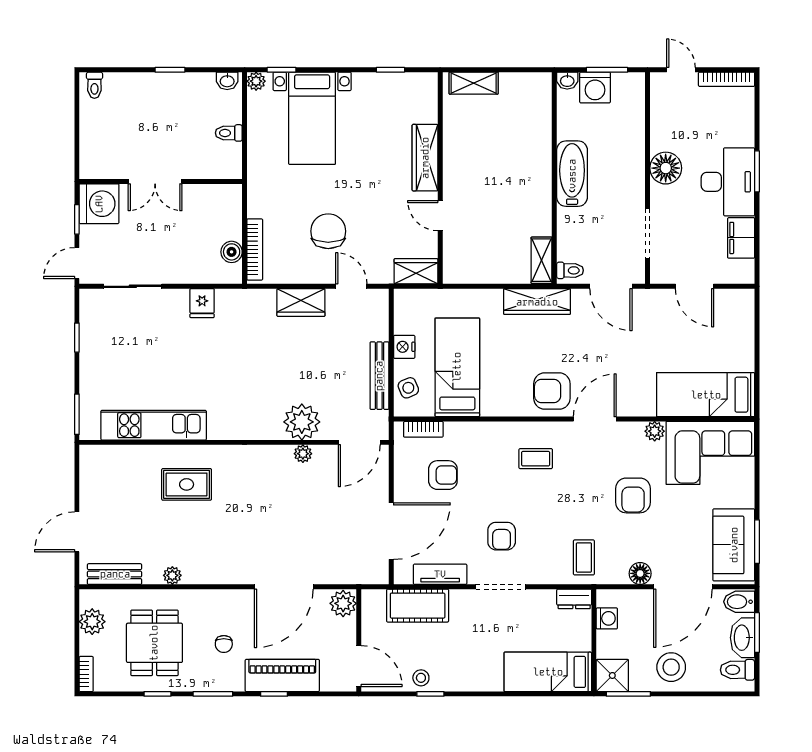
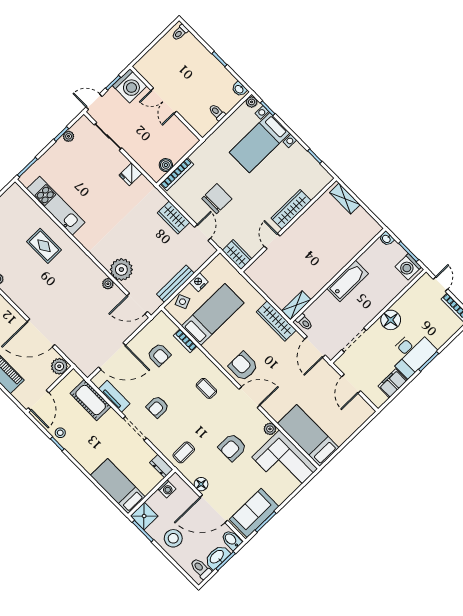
washing machine: (595, 87) -> (408, 267), moved
plant: (88, 332) -> (69, 136), added
bookcase: (423, 429) -> (185, 341), moved

